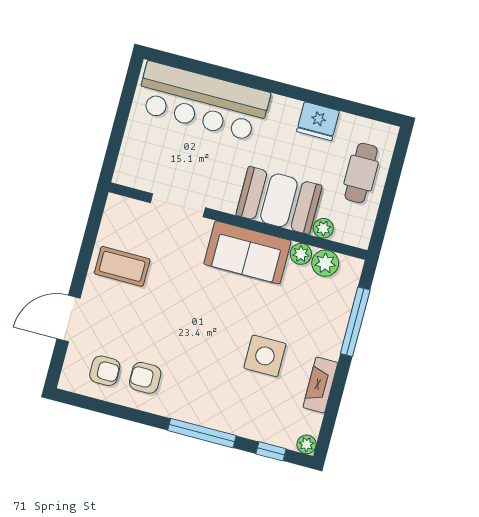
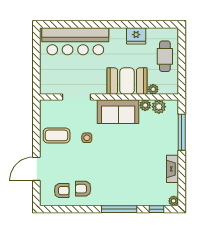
side table: (265, 356) -> (87, 138), moved, width x0.54, depth x0.54

